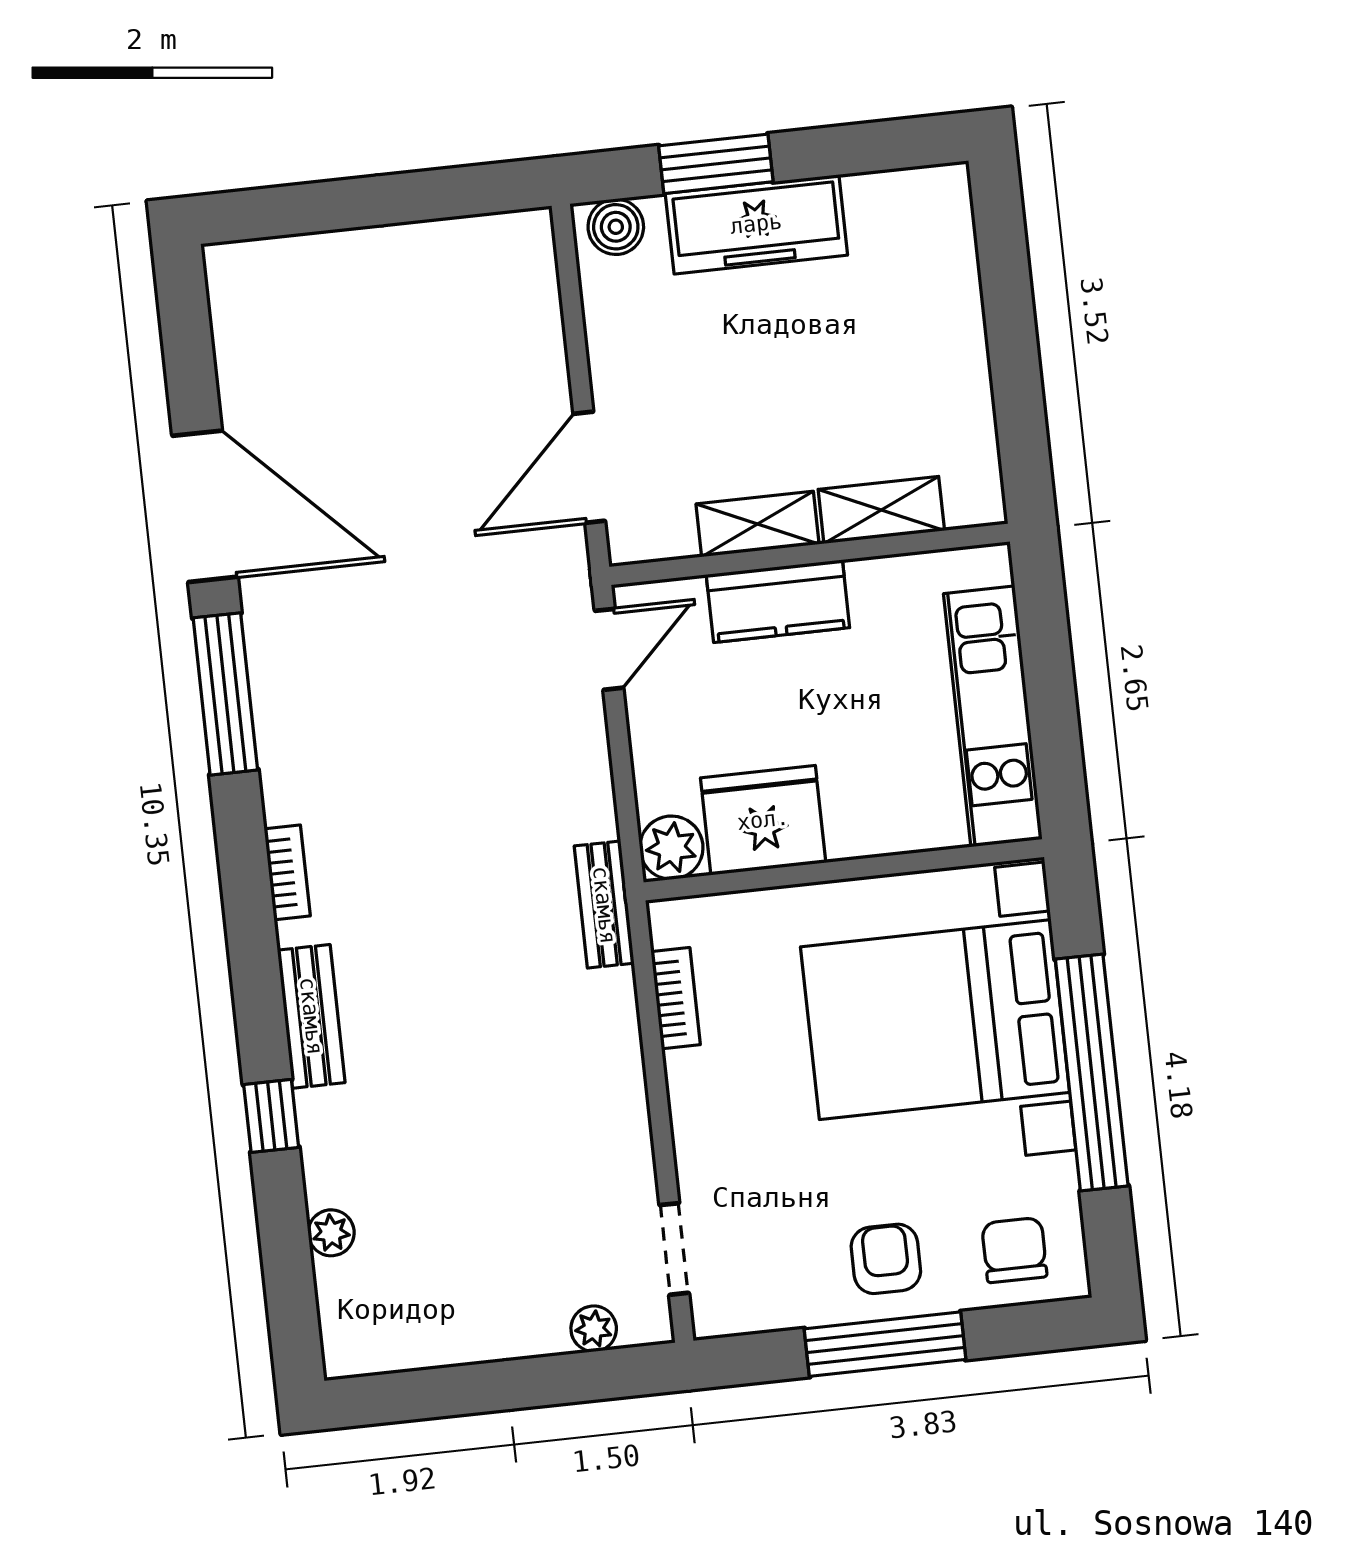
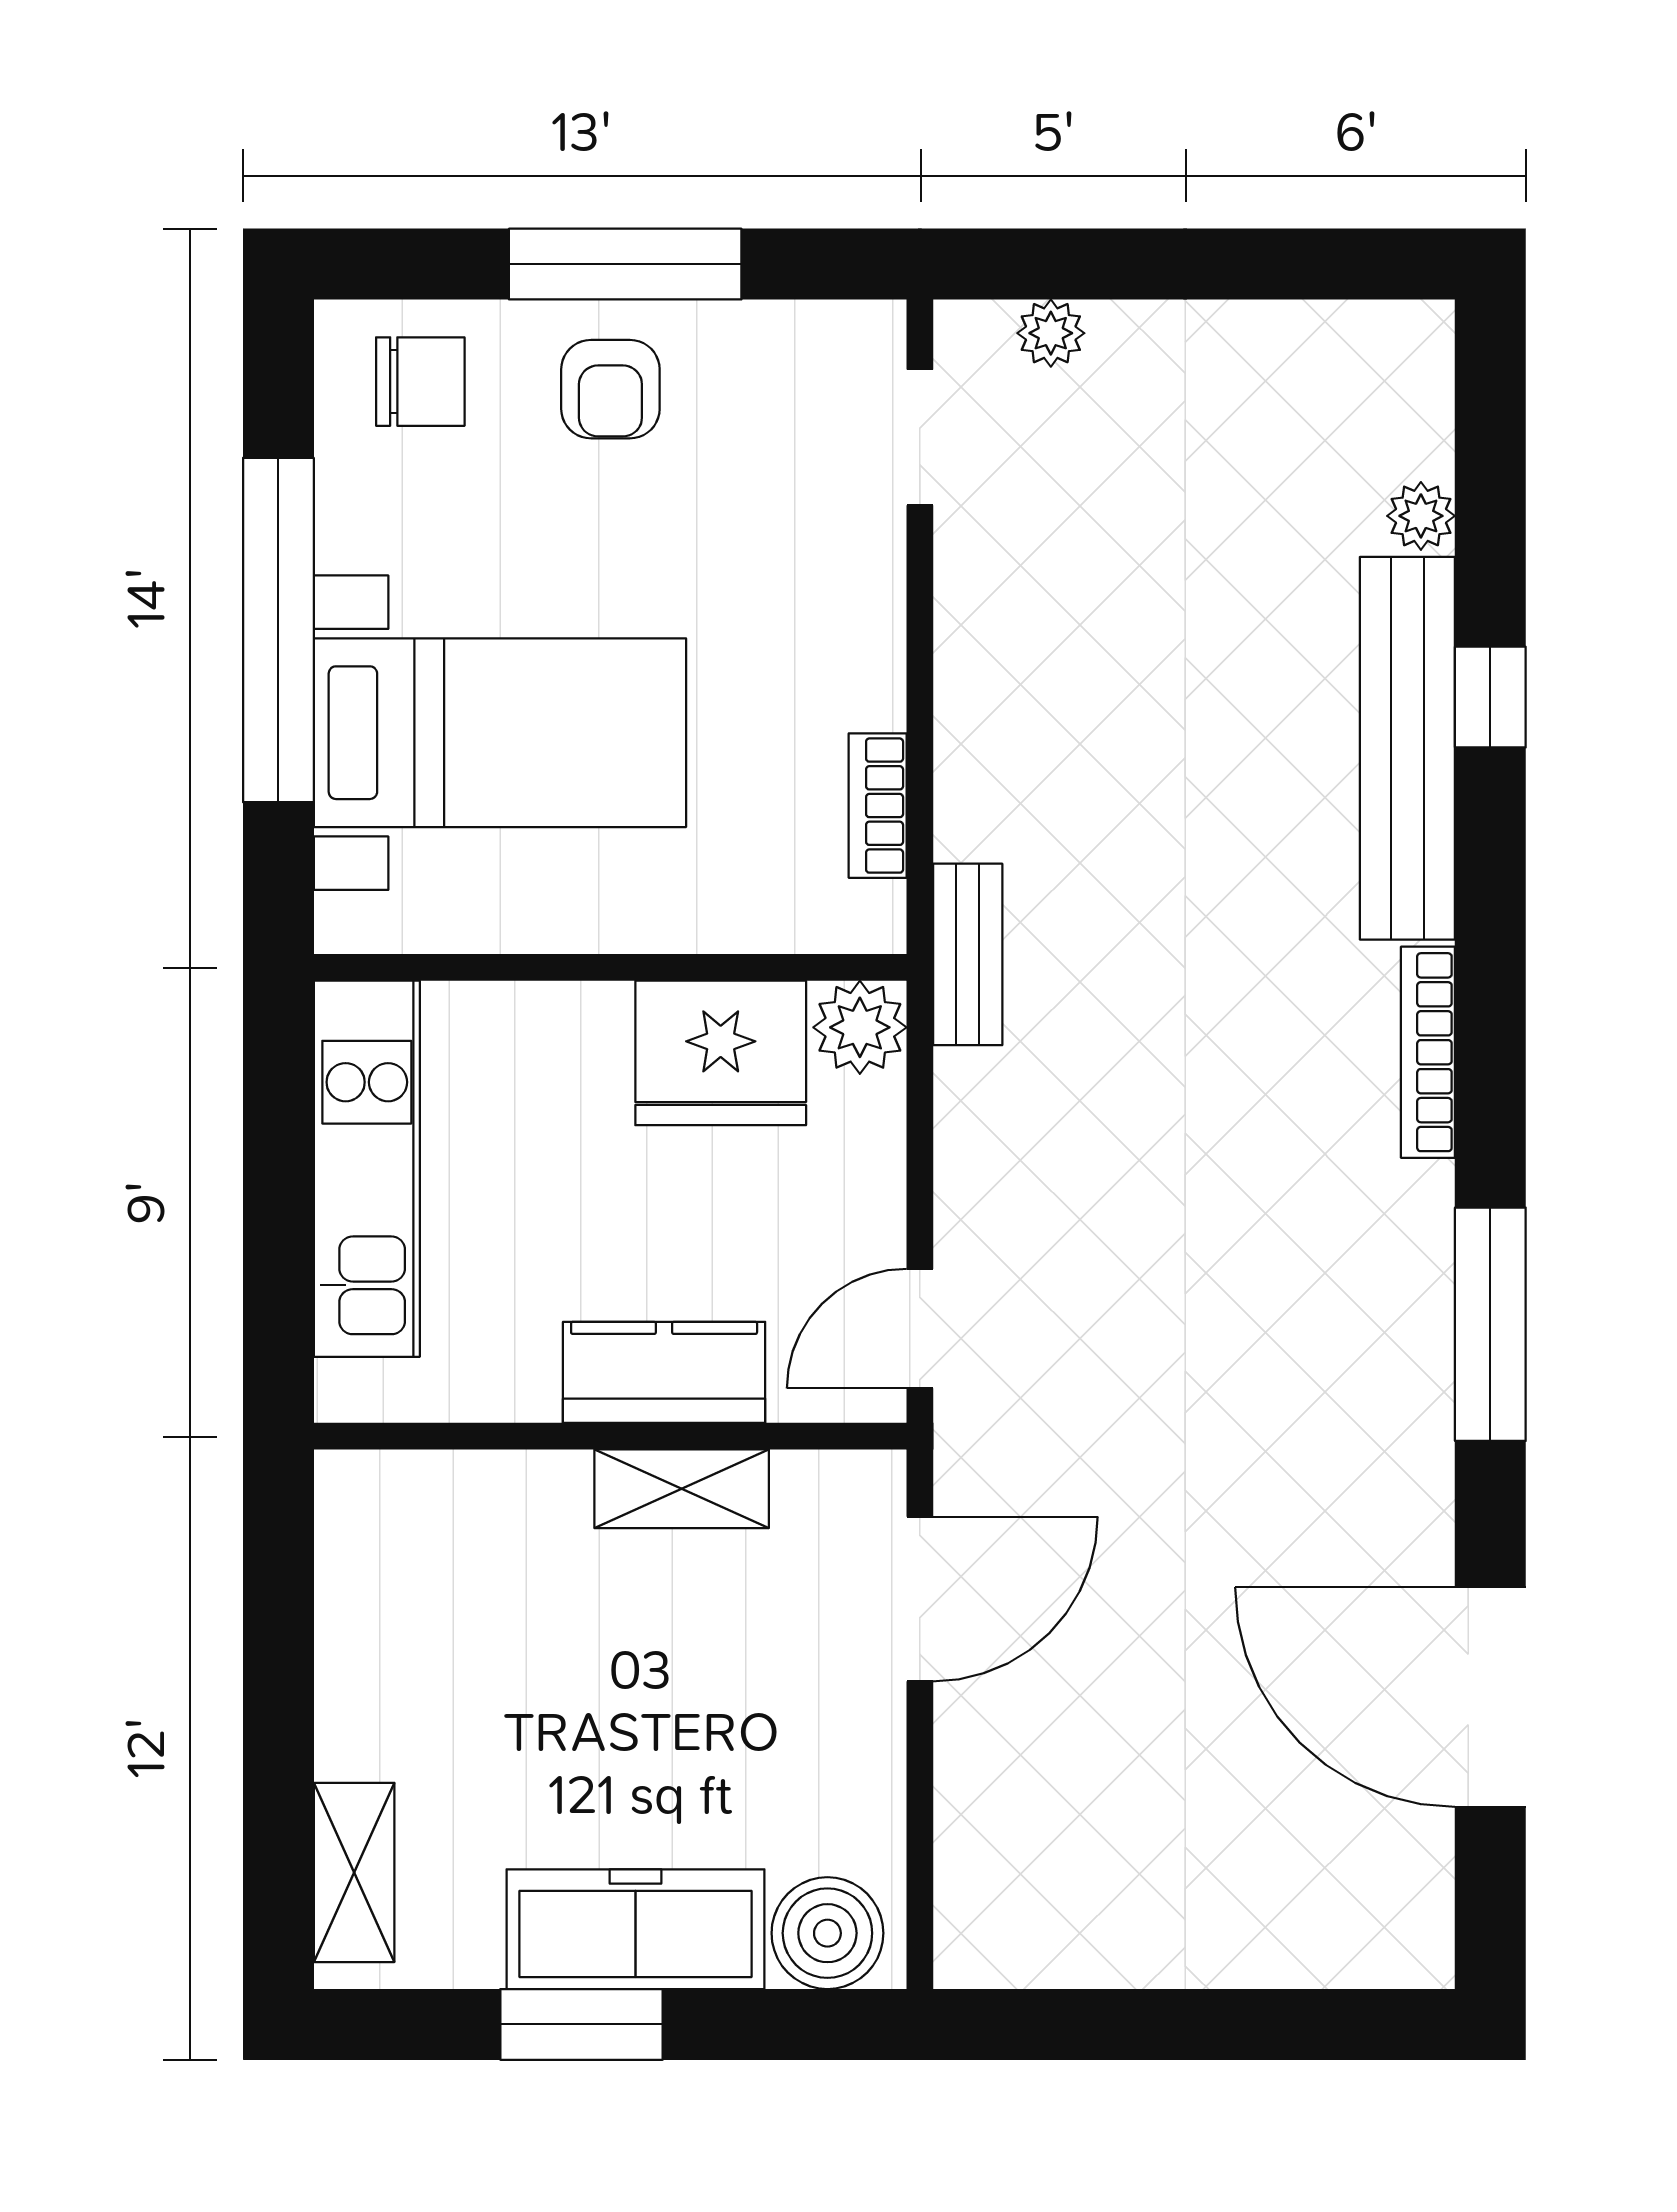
window: (716, 164) -> (582, 2024), moved
boiler: (616, 227) -> (827, 1933), width x1.36, depth x1.36
door: (205, 506) -> (1490, 1697), moved
shelving: (881, 510) -> (354, 1872), moved, turned 90
bookcase: (287, 872) -> (1428, 1052), width x1.56
bench: (311, 1016) -> (1407, 748), width x1.86, depth x1.21
bed with nightstands: (935, 1020) -> (500, 733), width x0.73
chair: (1014, 1250) -> (420, 382), turned -90

